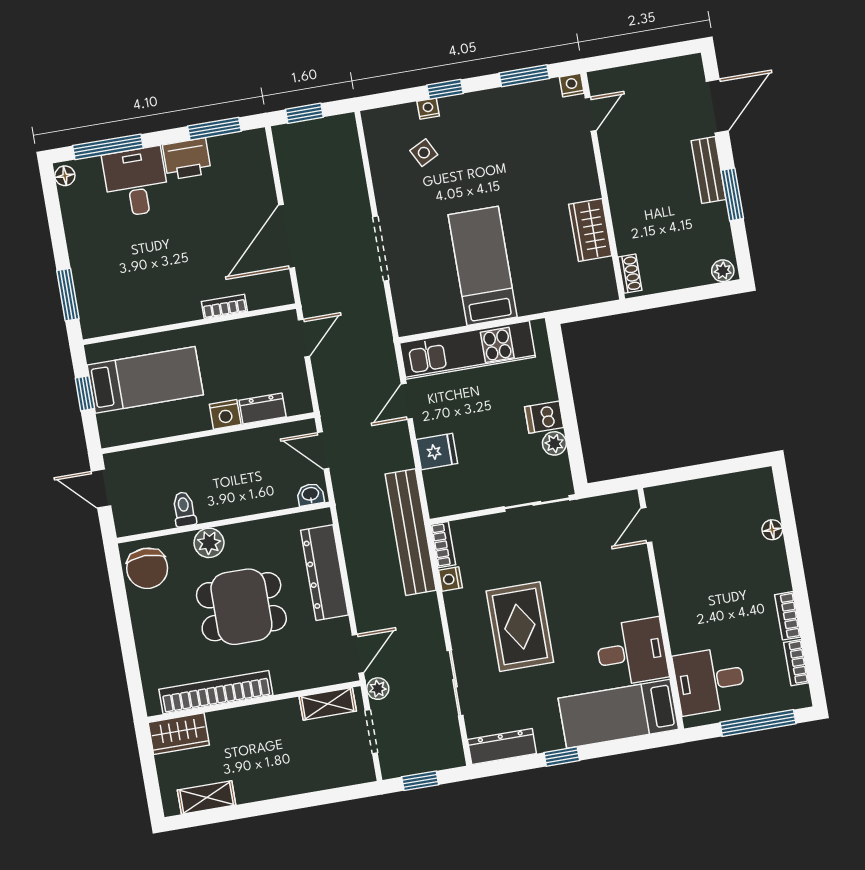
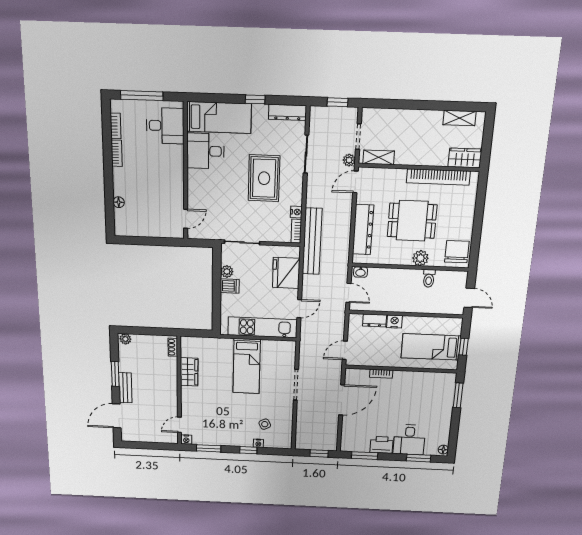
window: (108, 147) -> (419, 458), width x0.69
fridge: (437, 452) -> (286, 273), width x1.88, depth x1.34

